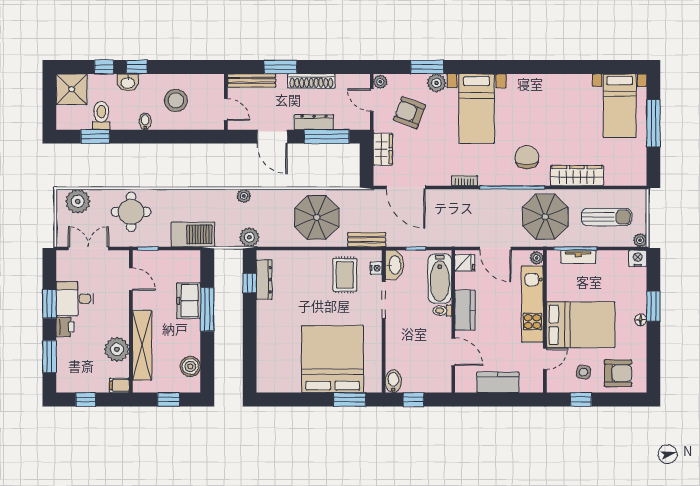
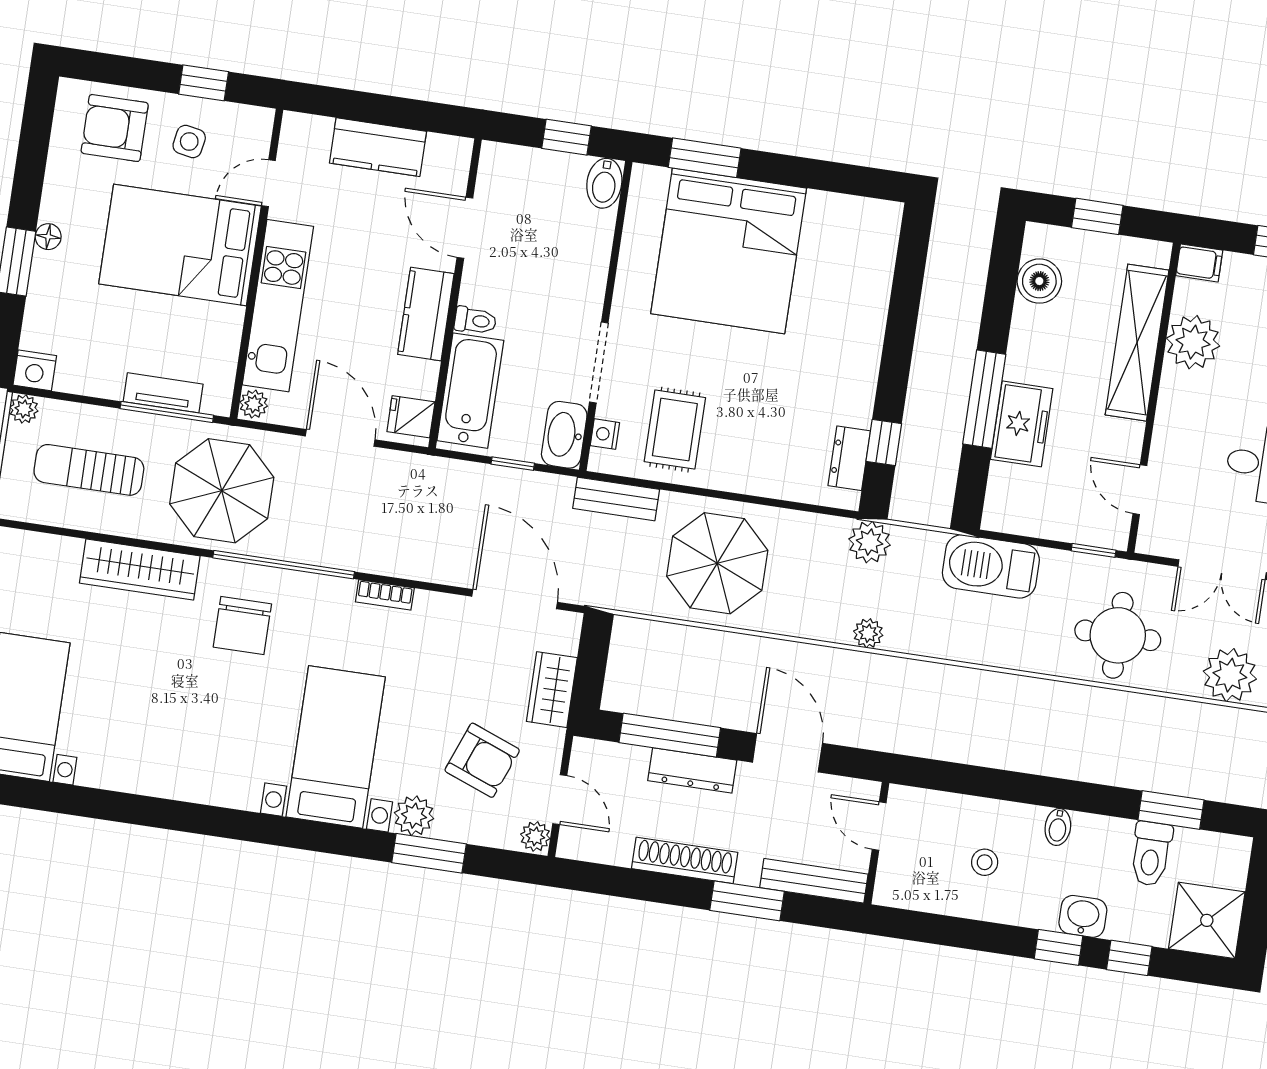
stool: (176, 100) -> (985, 862), width x0.53, depth x0.53
dresser: (264, 280) -> (849, 458), width x0.70

